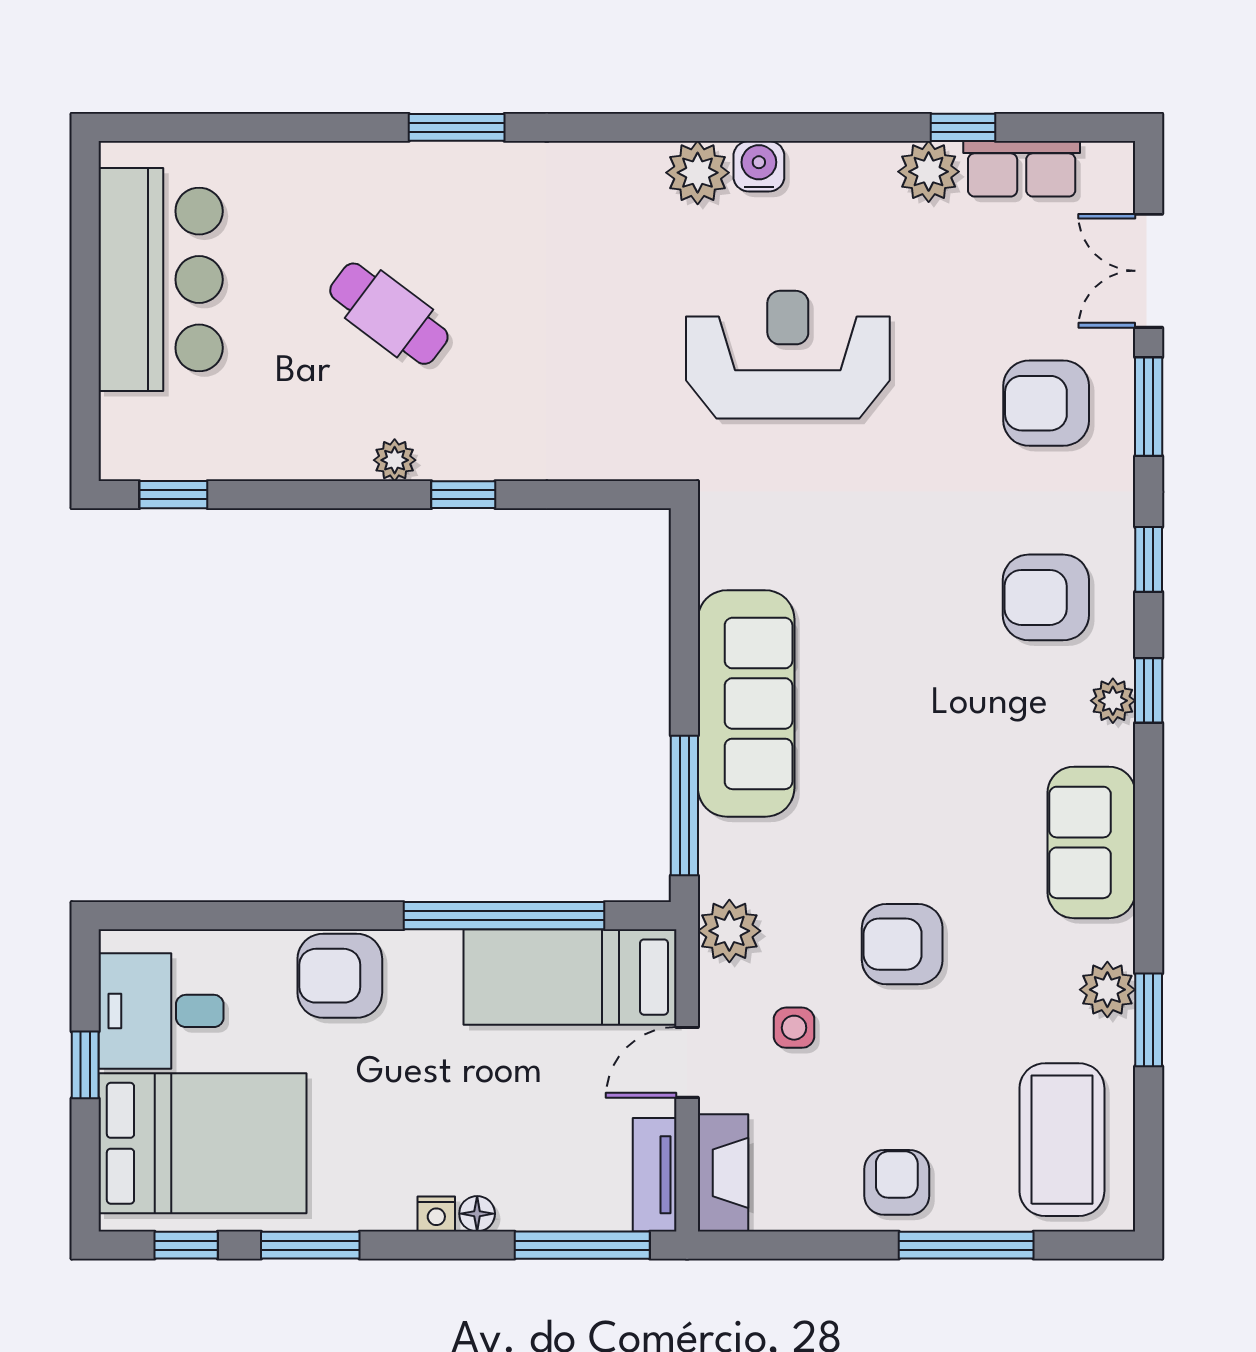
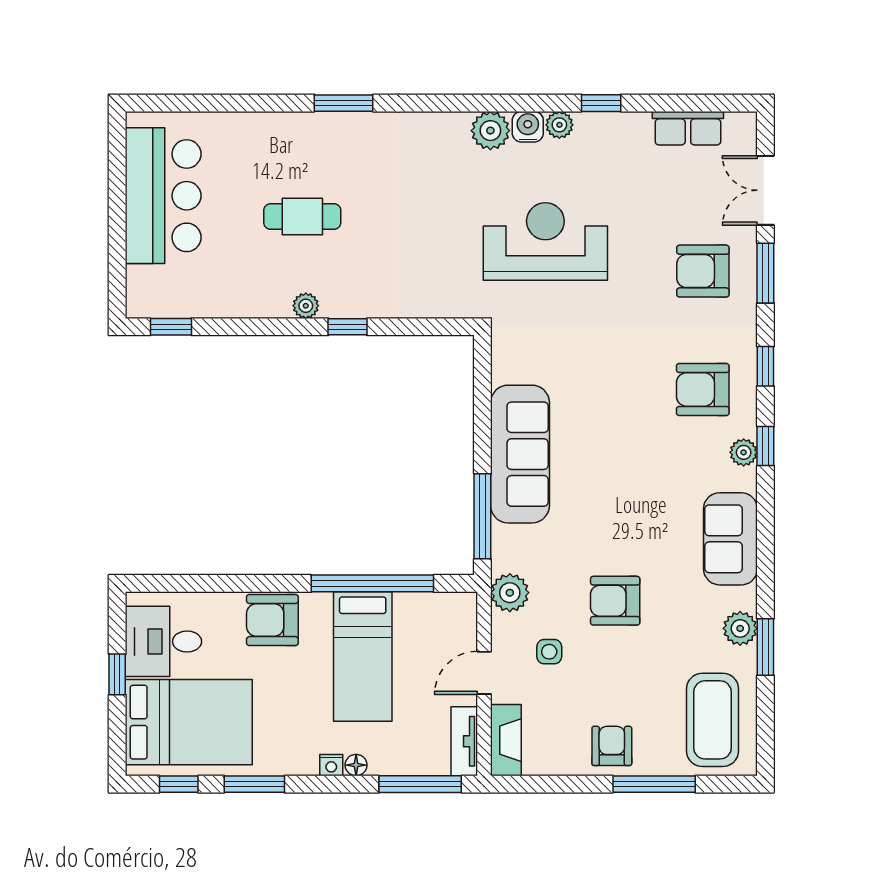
window: (963, 127) -> (601, 103), moved
plant: (929, 172) -> (559, 125), moved, width x0.73, depth x0.73
cafe table: (389, 314) -> (302, 216), turned -37
bed: (570, 977) -> (363, 656), moved, turned -90

